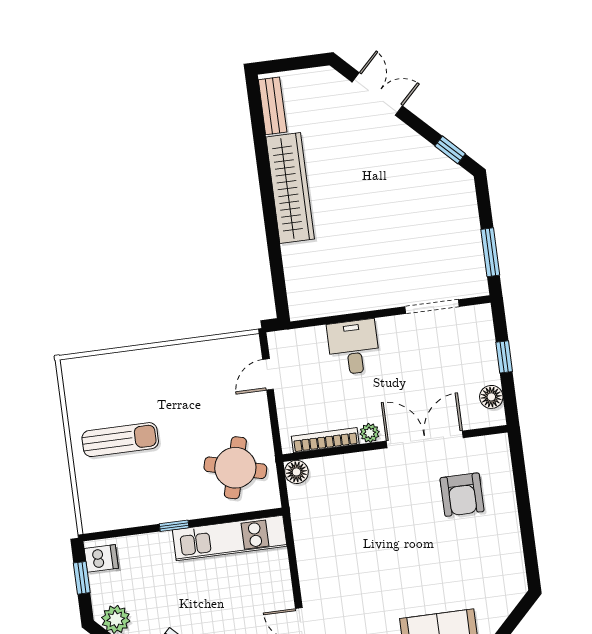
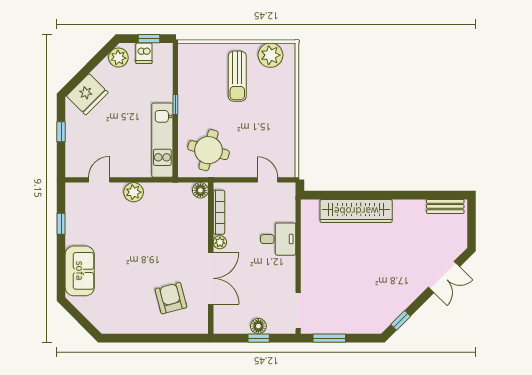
wardrobe: (290, 188) -> (356, 211), moved
doorway: (432, 307) -> (298, 311), moved
plant: (83, 394) -> (270, 55), added
floor lamp: (491, 397) -> (258, 326), moved
armchair: (462, 495) -> (171, 298), turned 75
dishwasher: (101, 558) -> (144, 53), moved
plant: (312, 571) -> (134, 192), added

